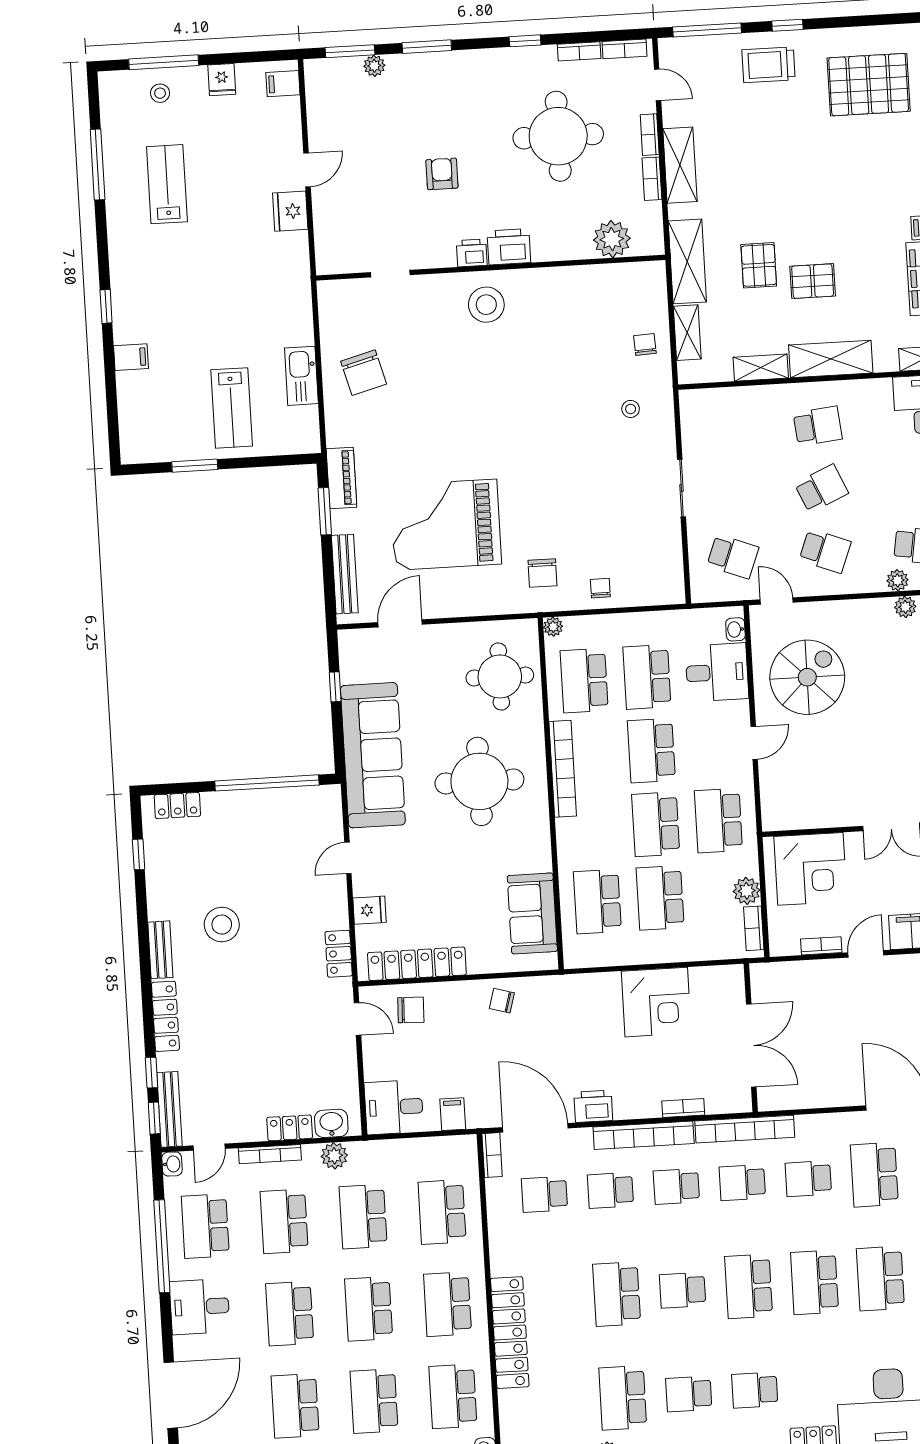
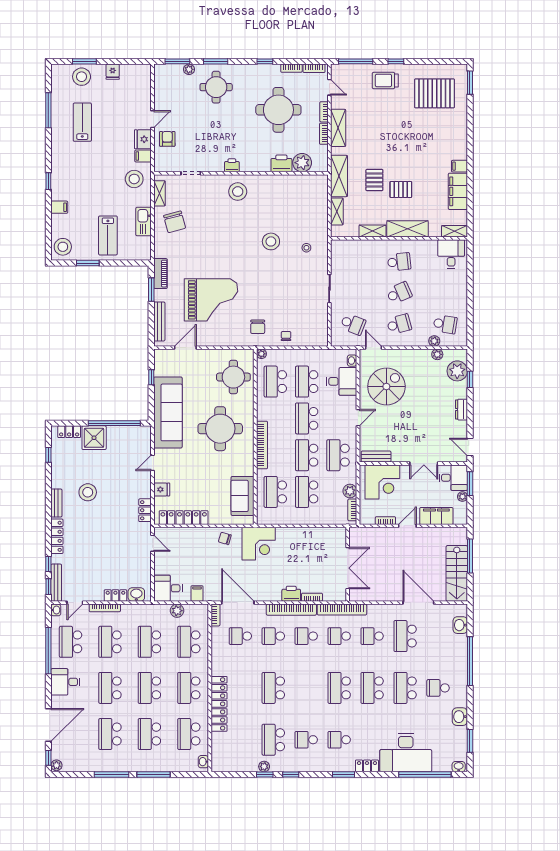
window: (164, 62) -> (84, 61), width x0.69
filing cabinet: (283, 84) -> (143, 156), moved
stool: (160, 93) -> (82, 77), width x1.89, depth x1.89
round table: (431, 98) -> (216, 87), added
armchair: (442, 174) -> (167, 139), moved
printer: (509, 247) -> (281, 163), moved
stool: (278, 292) -> (134, 179), added
shelving: (330, 317) -> (159, 193), added
chair: (645, 344) -> (315, 216), removed
stool: (559, 401) -> (271, 241), added
stool: (143, 436) -> (63, 247), added
grand piano: (446, 525) -> (211, 300), turned 180
school desk: (825, 551) -> (399, 324), turned -36
bookcase: (563, 769) -> (262, 445), moved
shower: (228, 815) -> (94, 438), added
bench: (795, 819) -> (376, 457), added
corner desk: (656, 1002) -> (259, 544), moved
chair: (411, 1010) -> (179, 540), removed
printer: (593, 1106) -> (291, 594), moved
plant: (334, 1156) -> (177, 611), moved
school desk: (683, 1290) -> (306, 688), removed

